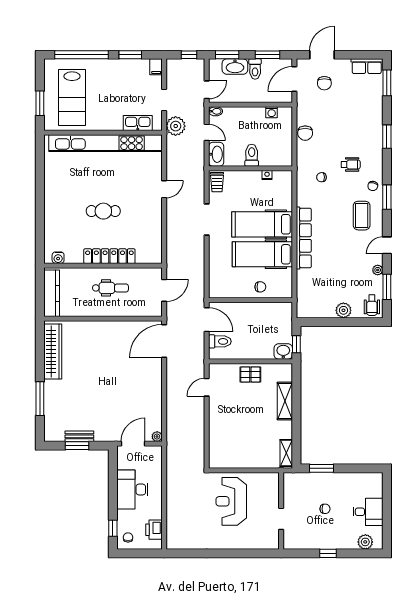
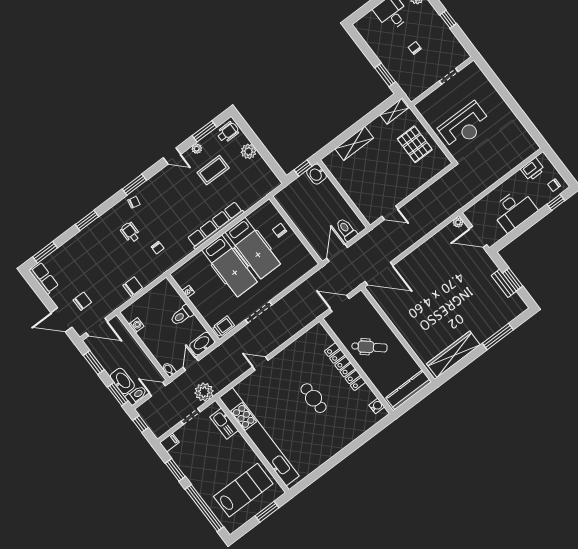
toilet: (255, 69) -> (136, 395), moved
coffee table: (362, 216) -> (213, 170), moved
dental chair: (110, 288) -> (369, 347), turned 131
pallet: (250, 375) -> (415, 144), moved, width x1.50, depth x1.42

